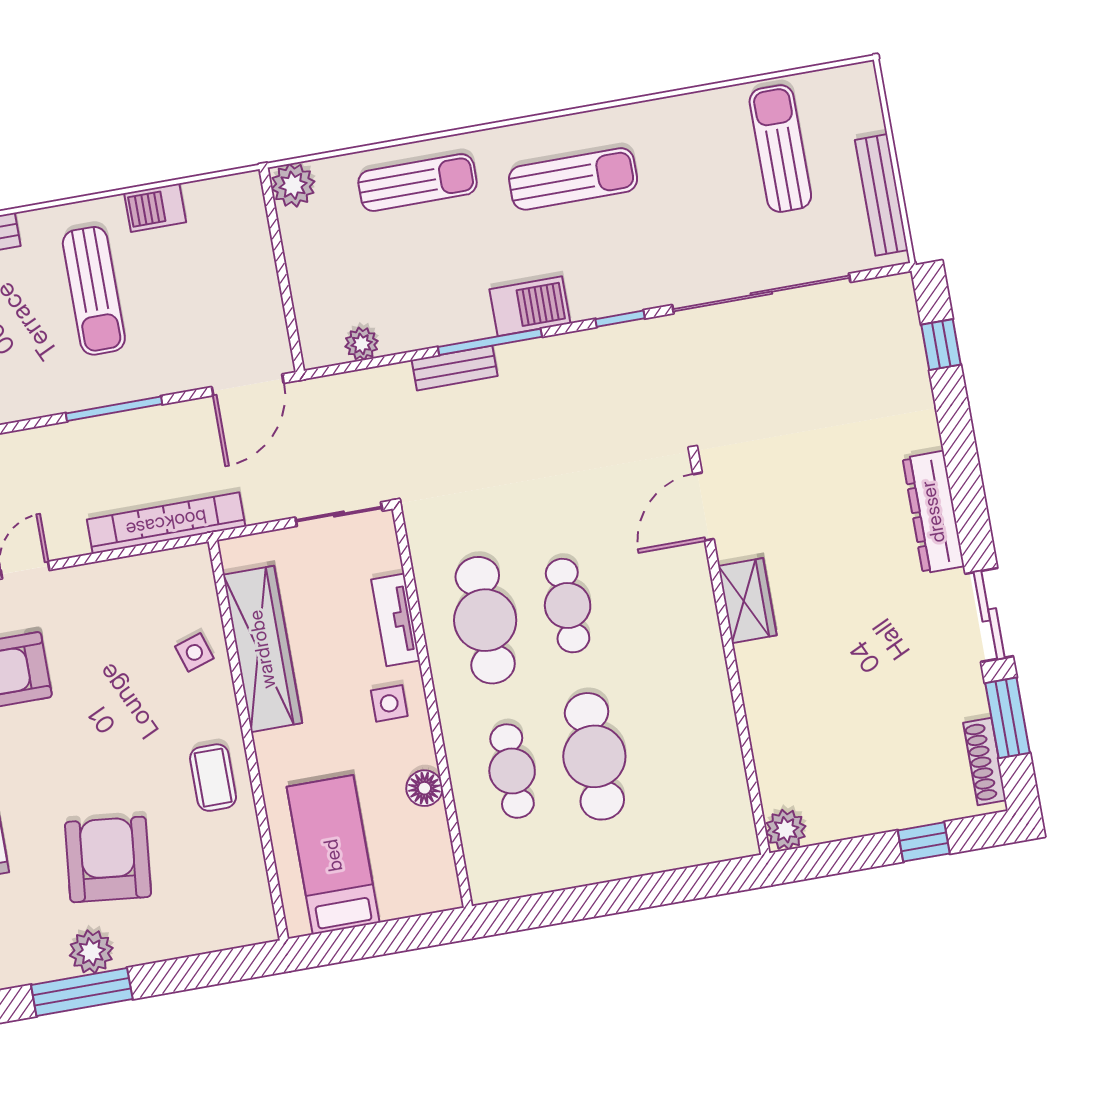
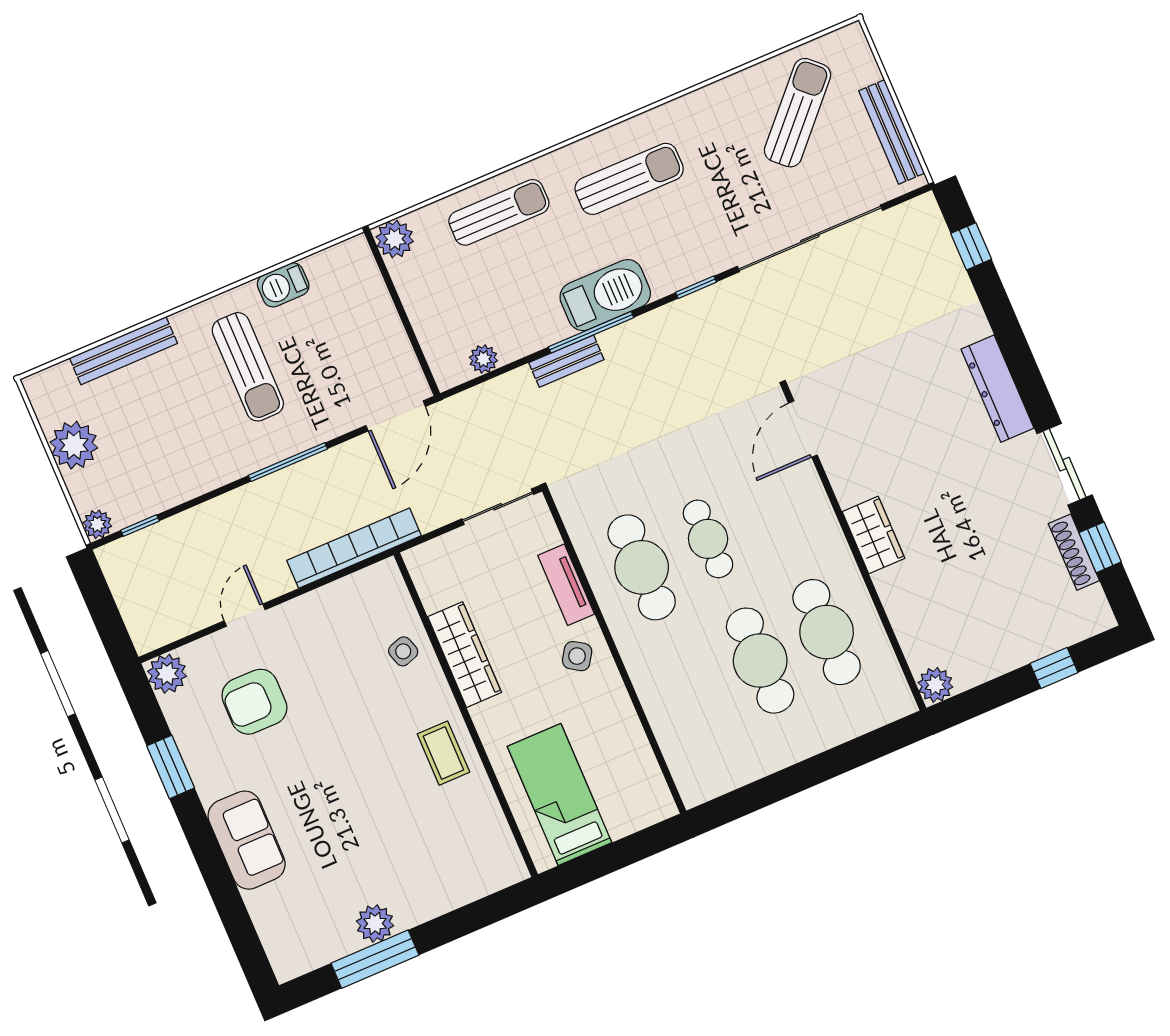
sun lounger: (780, 149) -> (798, 113), turned 43
barbecue: (530, 306) -> (605, 295), width x1.37, depth x1.21
wardrobe: (747, 601) -> (873, 535), moved
wardrobe: (262, 649) -> (465, 655), width x0.71, depth x0.85
side table: (389, 703) -> (577, 656), turned 33
window: (1008, 718) -> (1100, 547), width x0.67
shoe rack: (985, 762) -> (1074, 552), moved
cafe table: (512, 771) -> (827, 632), moved, width x1.37, depth x1.35
floor lamp: (424, 788) -> (623, 721), removed
armchair: (108, 859) -> (371, 842), removed

